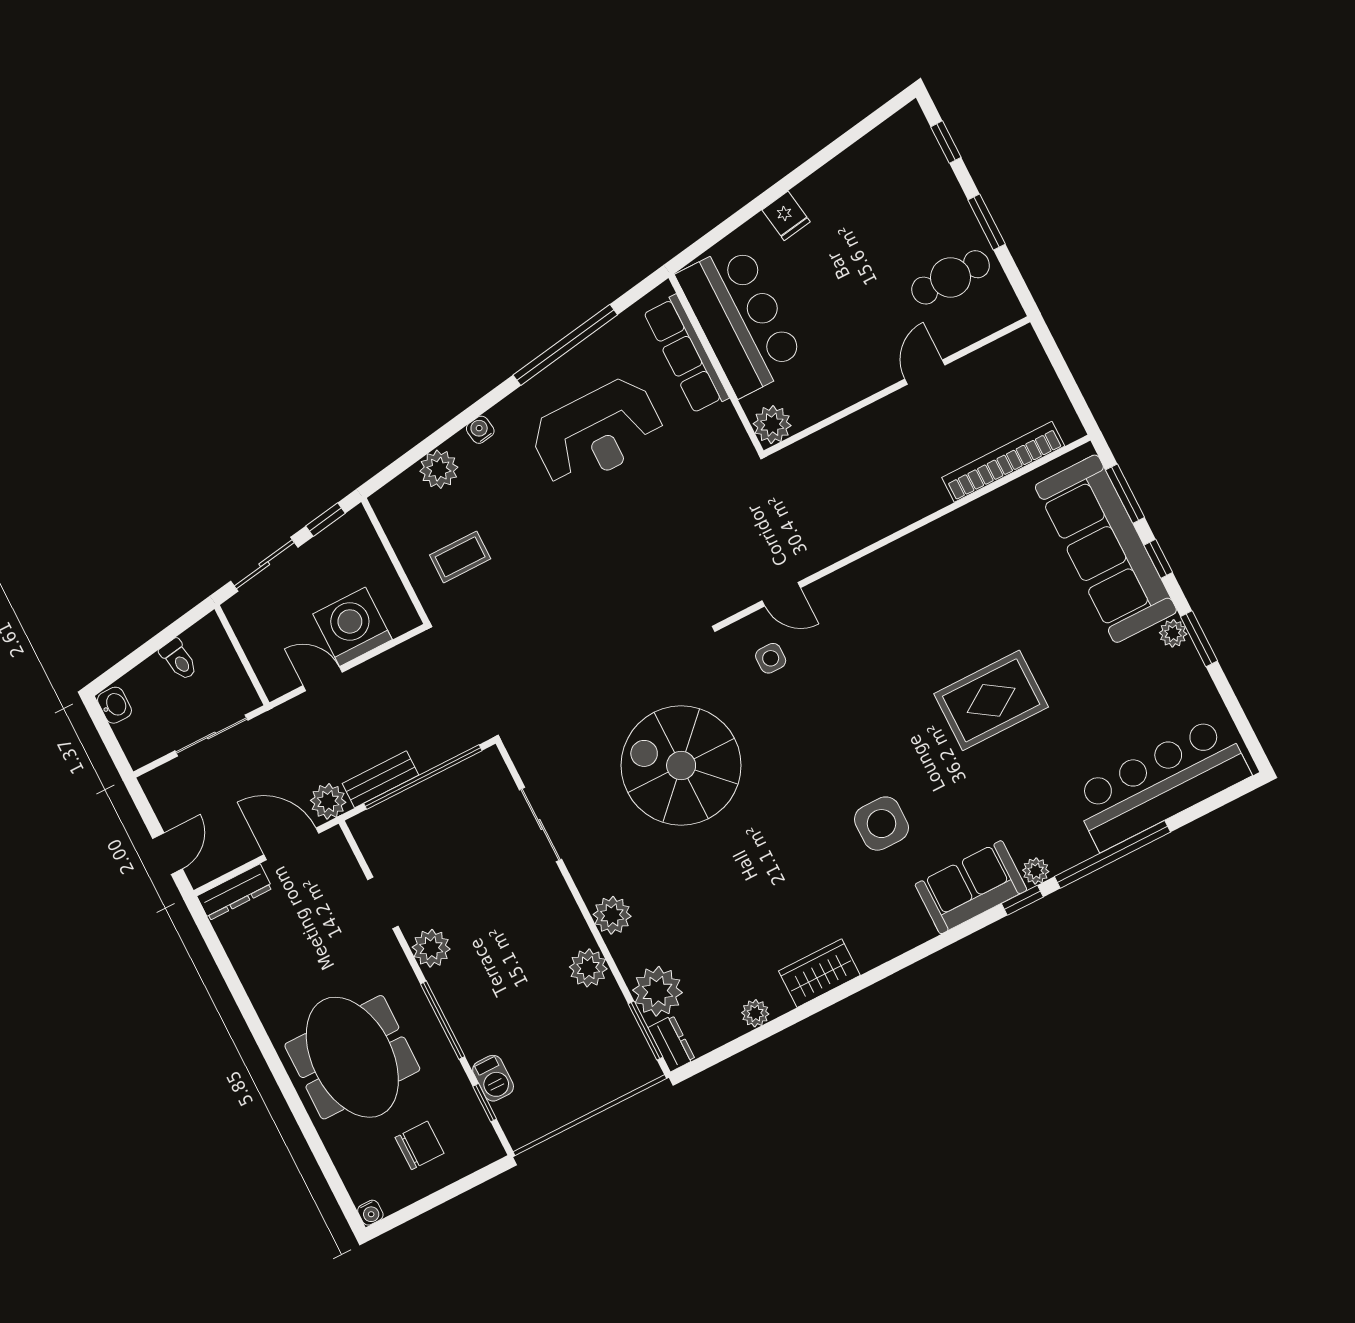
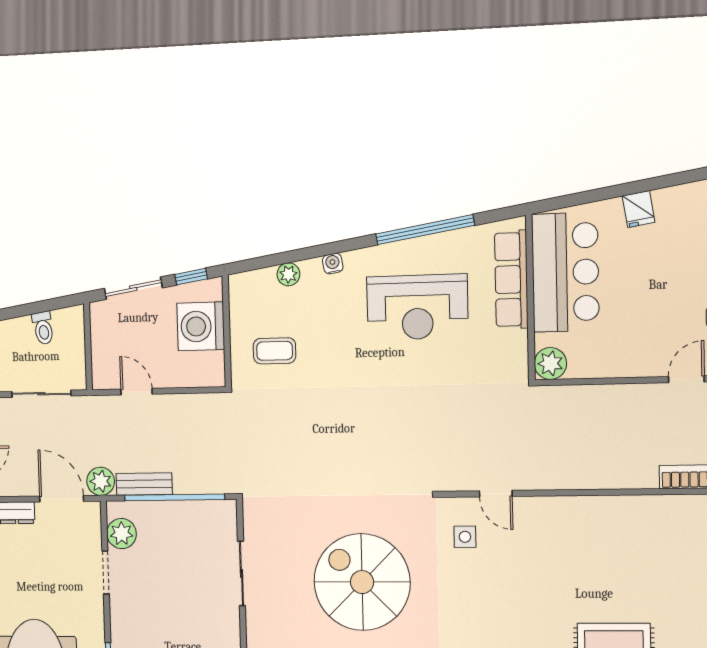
plant: (439, 469) -> (288, 274), width x0.73, depth x0.73
washing machine: (353, 627) -> (201, 326), moved, turned -90
plant: (431, 948) -> (122, 534), moved

